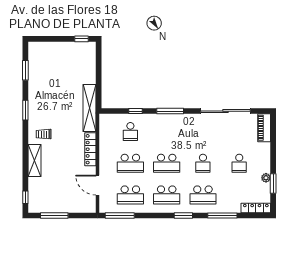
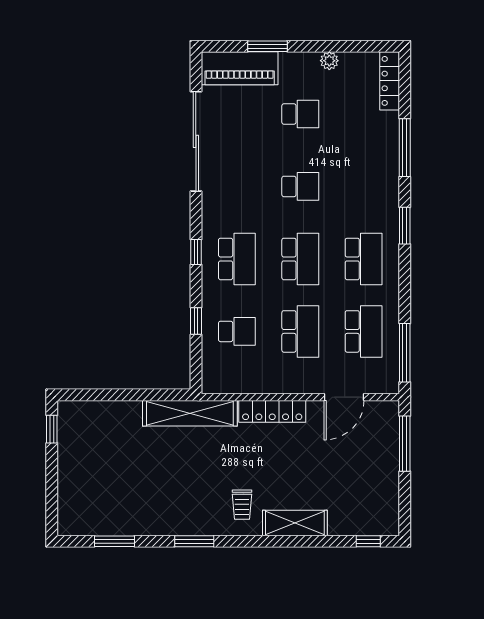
window: (170, 111) -> (196, 252), width x0.46
piano: (264, 128) -> (240, 68), width x1.37, depth x1.33
window: (273, 184) -> (268, 46), moved
school desk: (203, 195) -> (237, 259), moved
window: (54, 216) -> (405, 444), moved

